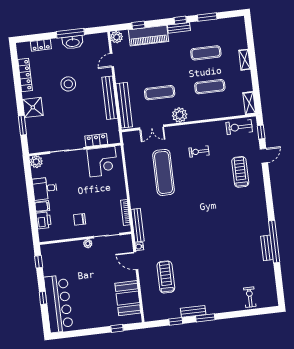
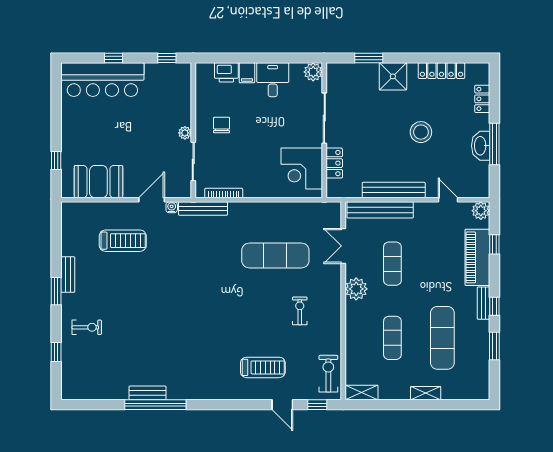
exercise mat: (206, 53) -> (442, 338), width x1.36, depth x1.45
exercise bike: (250, 297) -> (87, 327), moved
window: (176, 321) -> (56, 352), moved

